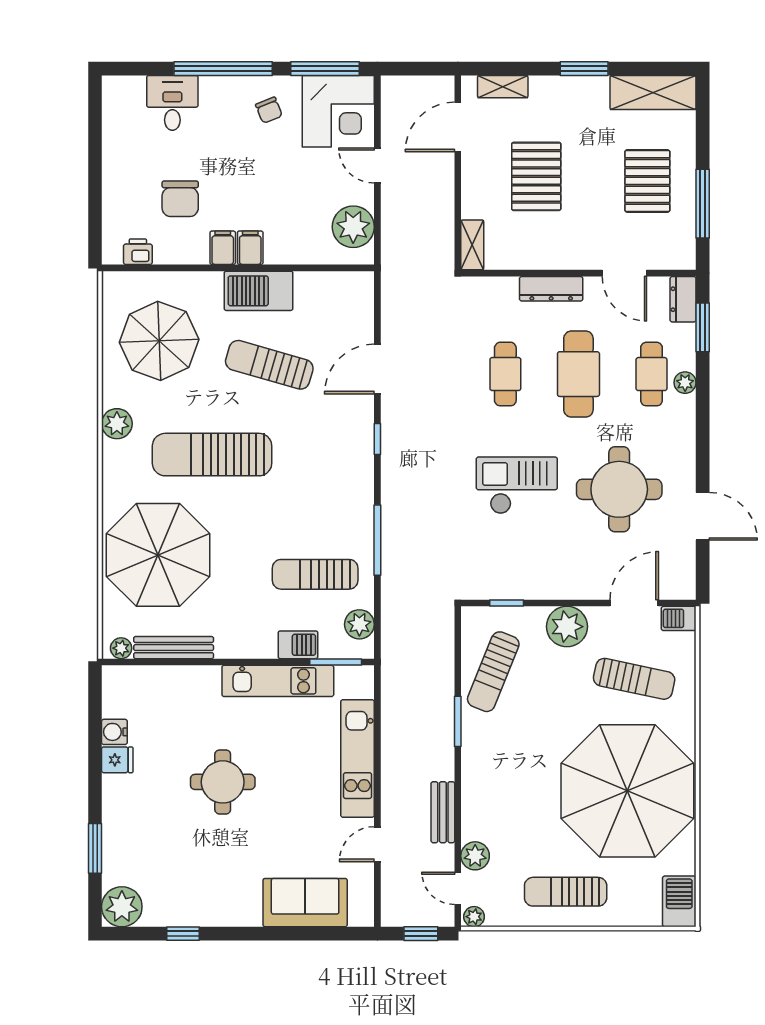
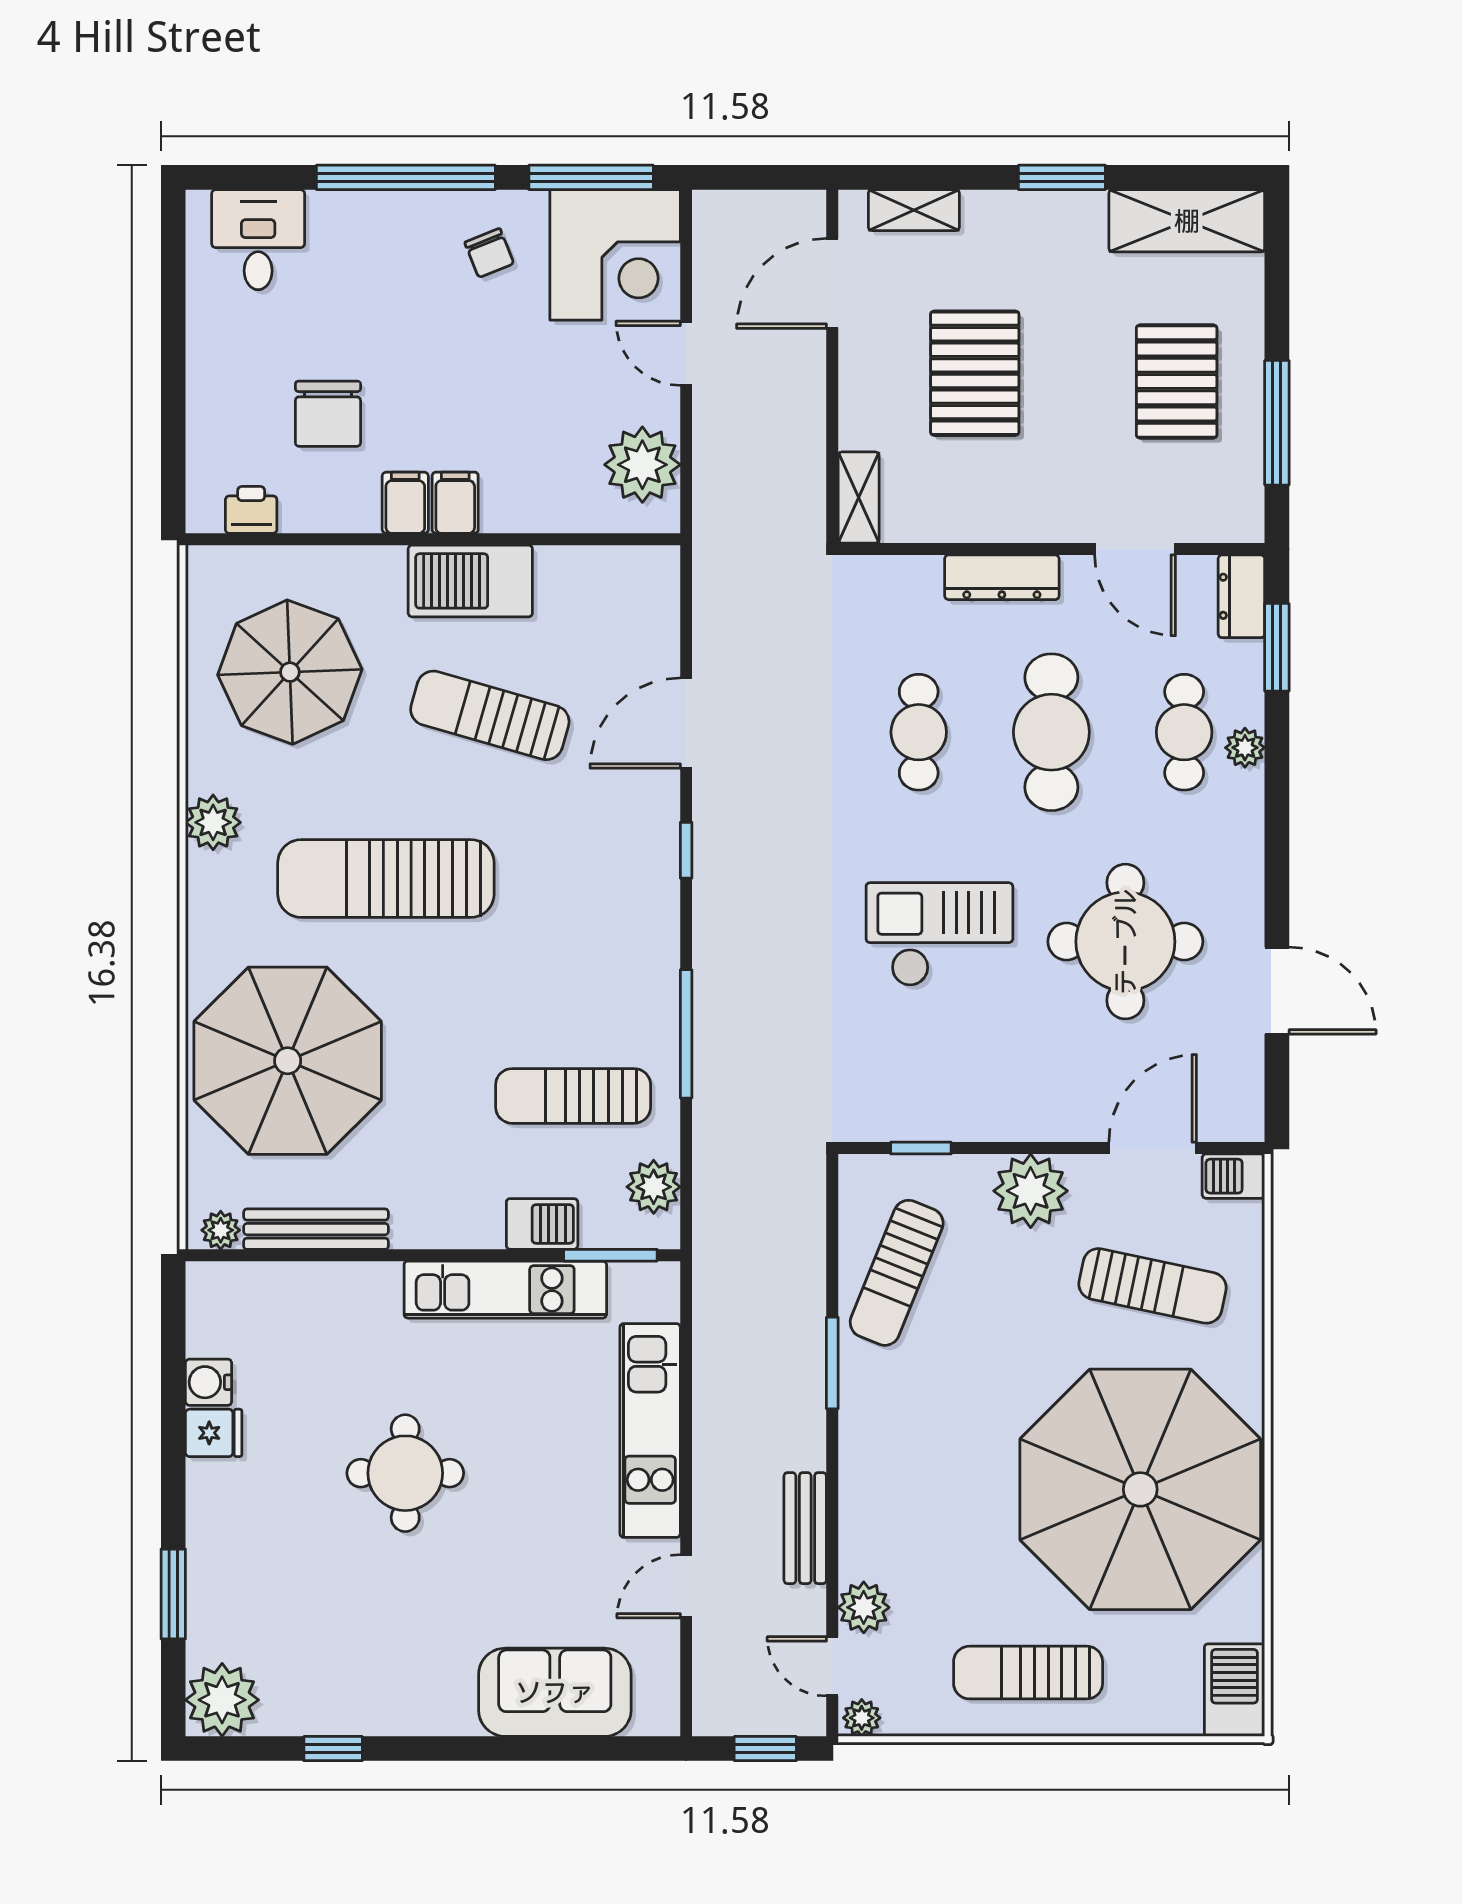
desk: (172, 103) -> (258, 240), moved

